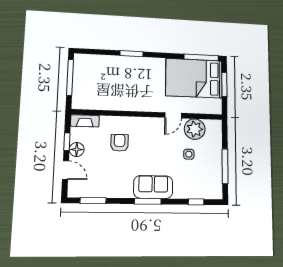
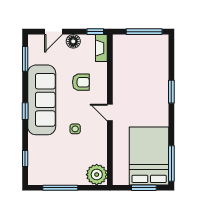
door: (173, 115) -> (110, 113), moved
plant: (195, 129) -> (97, 175), moved
window: (67, 142) -> (95, 32), moved
side table: (189, 154) -> (75, 129), moved
sofa: (153, 187) -> (42, 100), width x1.85, depth x1.27
window: (148, 201) -> (25, 111), width x0.67

